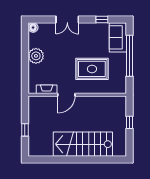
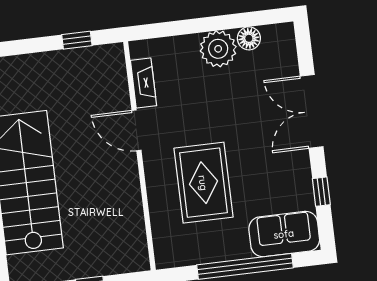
double door: (67, 19) -> (312, 111), width x1.37
floor lamp: (33, 28) -> (249, 38), moved
window: (25, 130) -> (77, 40), moved

